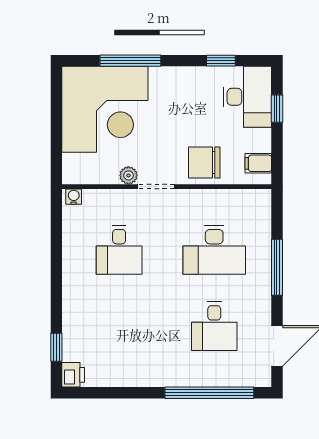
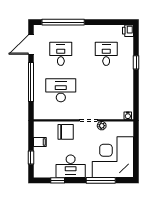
desk: (247, 97) -> (71, 166), moved, turned -90
filing cabinet: (258, 163) -> (40, 142), moved
desk: (119, 250) -> (106, 54), moved
window: (277, 267) -> (31, 82), width x1.46
window: (56, 347) -> (136, 62), moved

